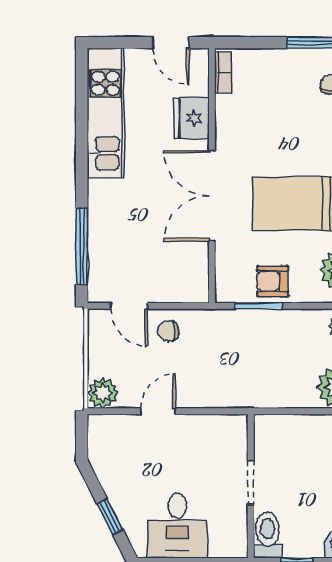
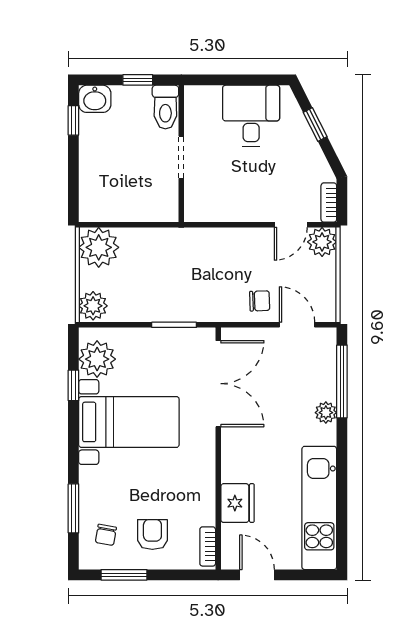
double door: (212, 196) -> (218, 384), moved
plant: (99, 214) -> (326, 413), added
armchair: (273, 281) -> (152, 535), moved, turned -90
door: (158, 411) -> (291, 225), moved
bookcase: (96, 435) -> (329, 203), added

